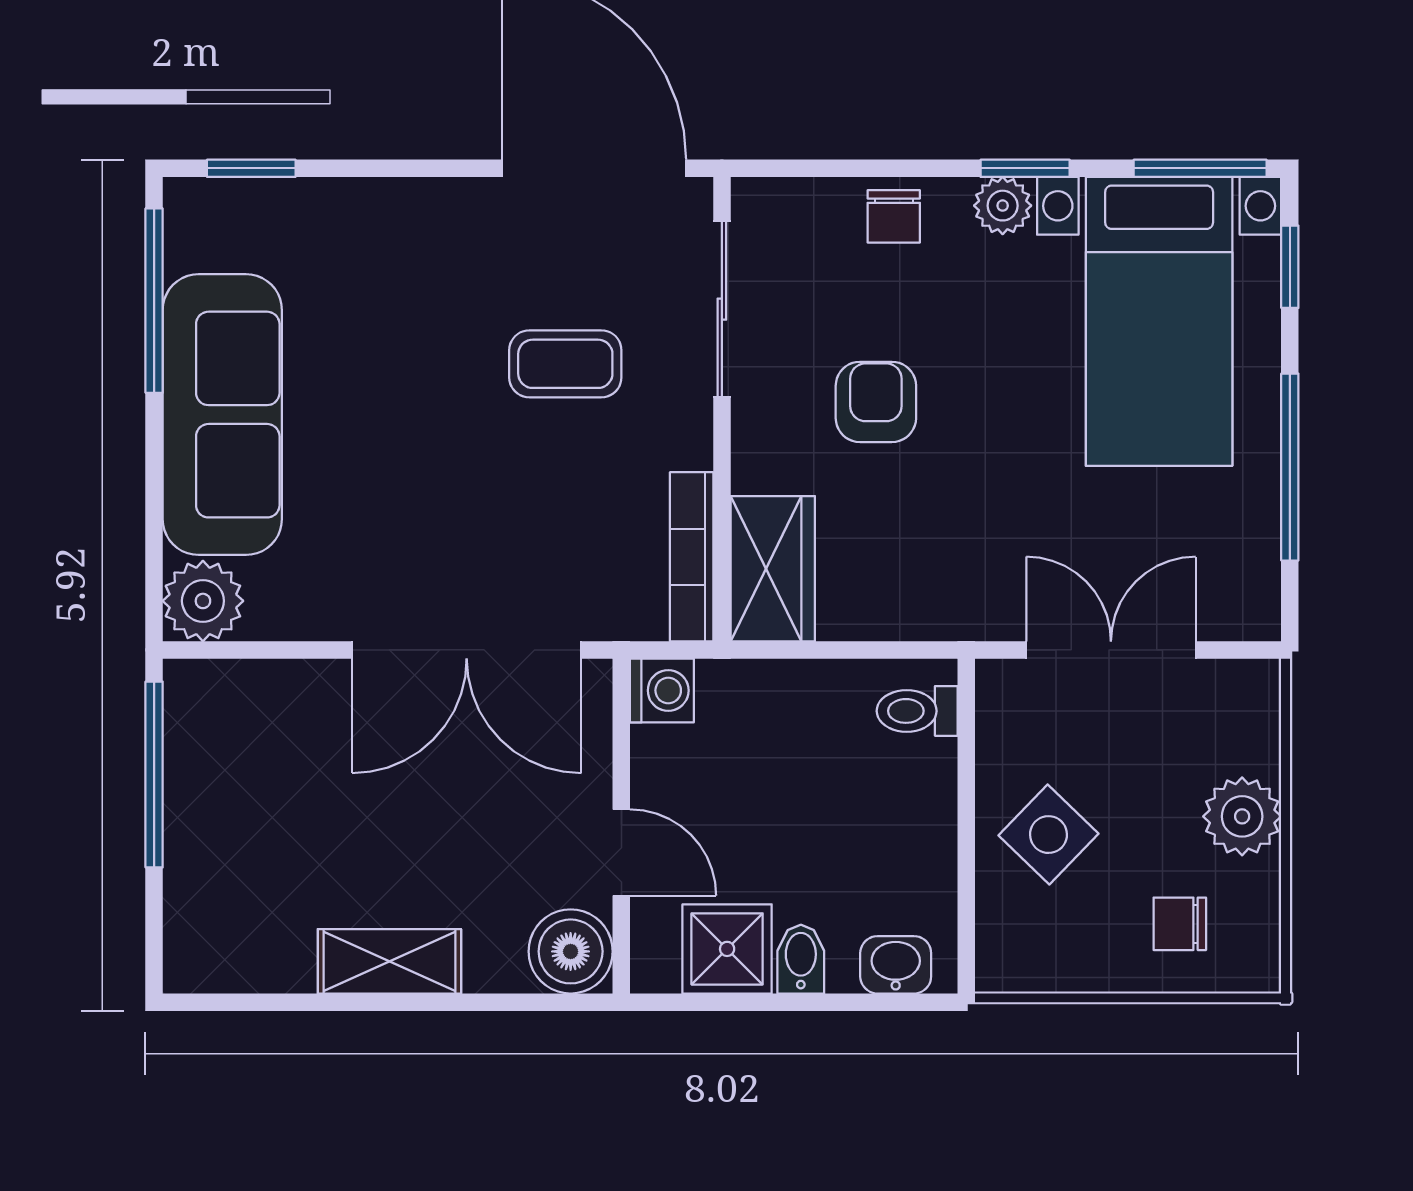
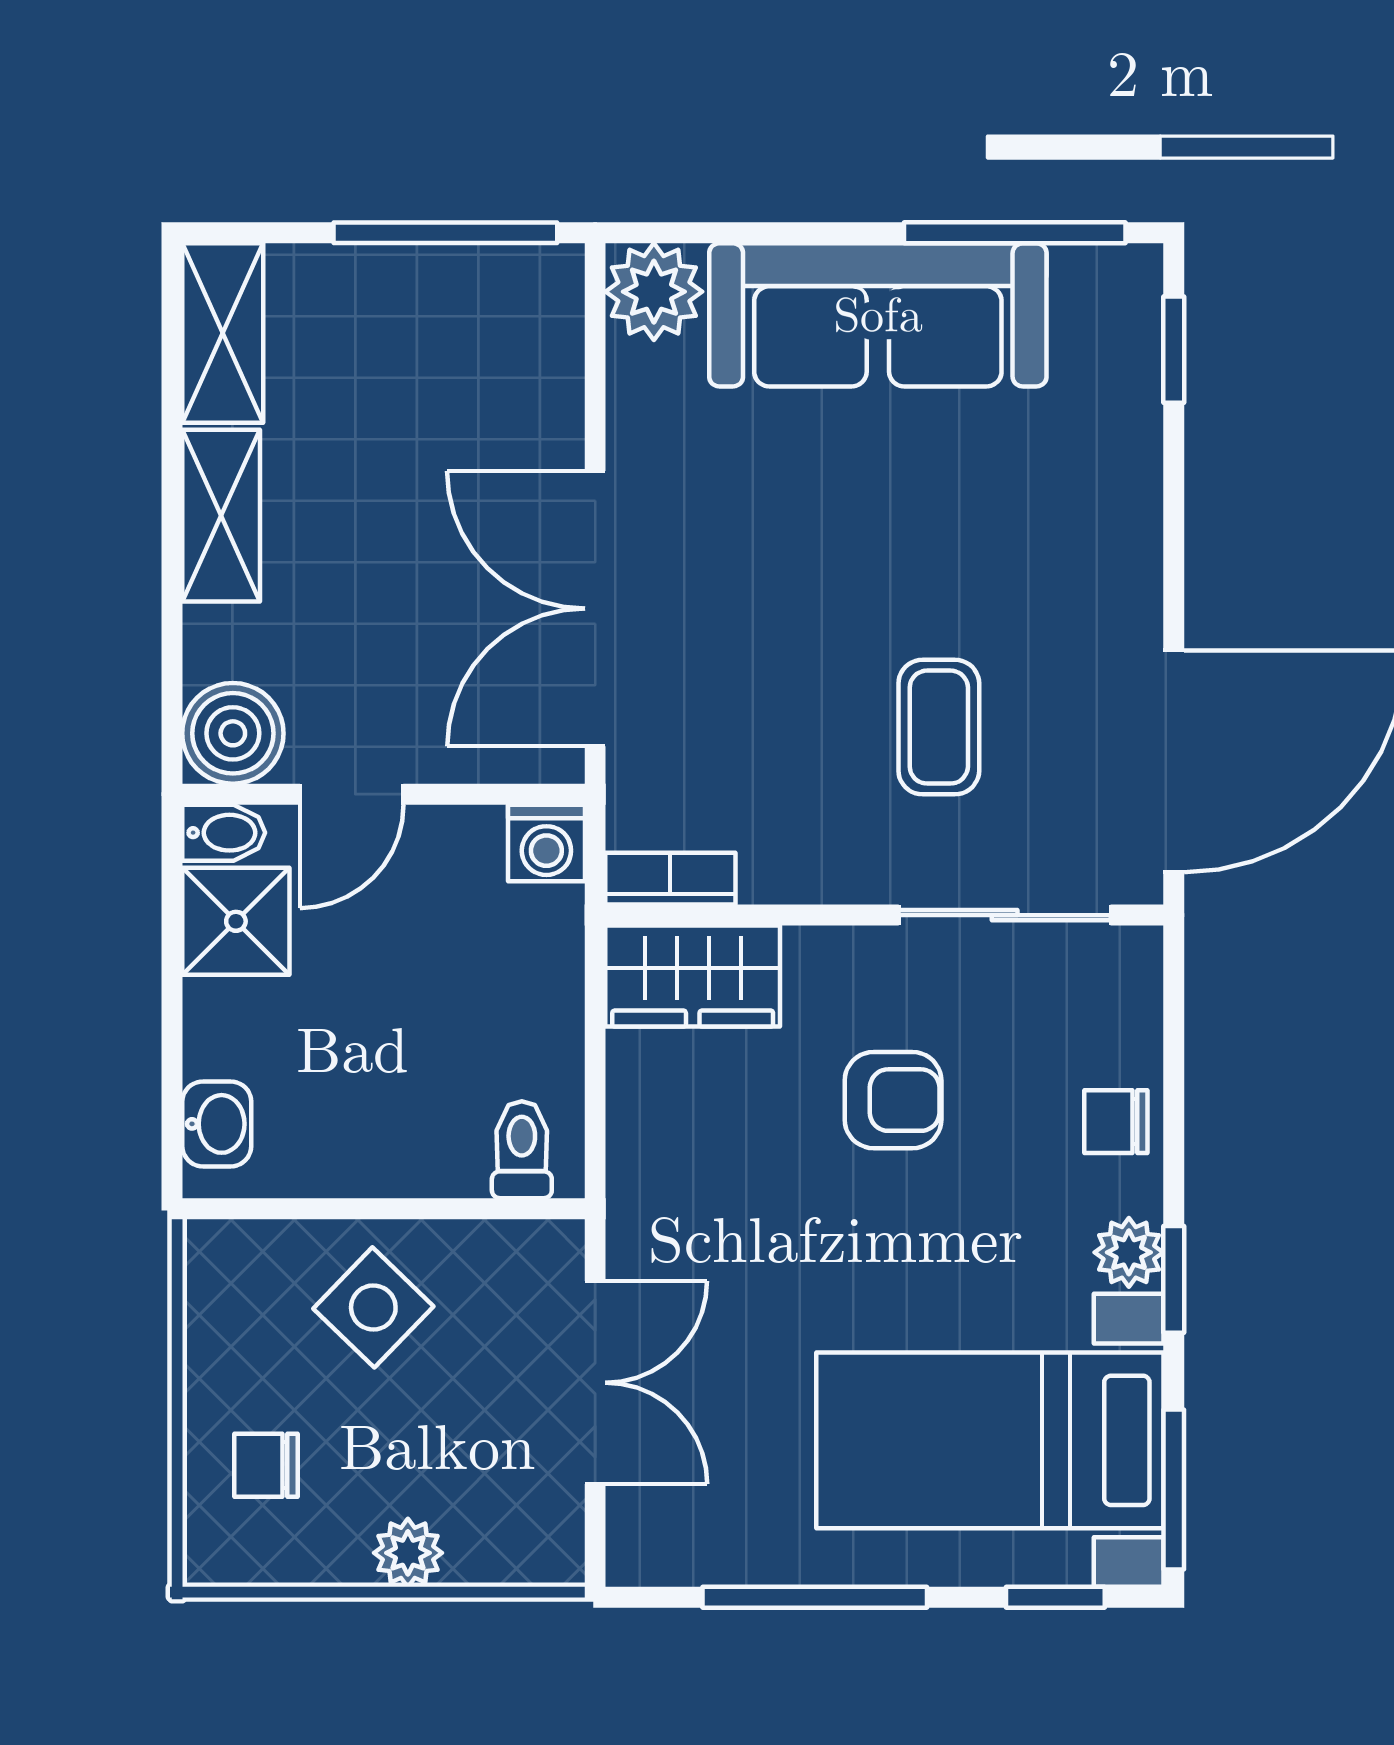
bookcase: (692, 557) -> (670, 879), width x0.64
plant: (1242, 816) -> (408, 1553), width x0.73, depth x0.73
chair: (1180, 924) -> (266, 1465), turned -90
bidet: (801, 959) -> (224, 833), moved
shelving: (237, 960) -> (223, 333), added

